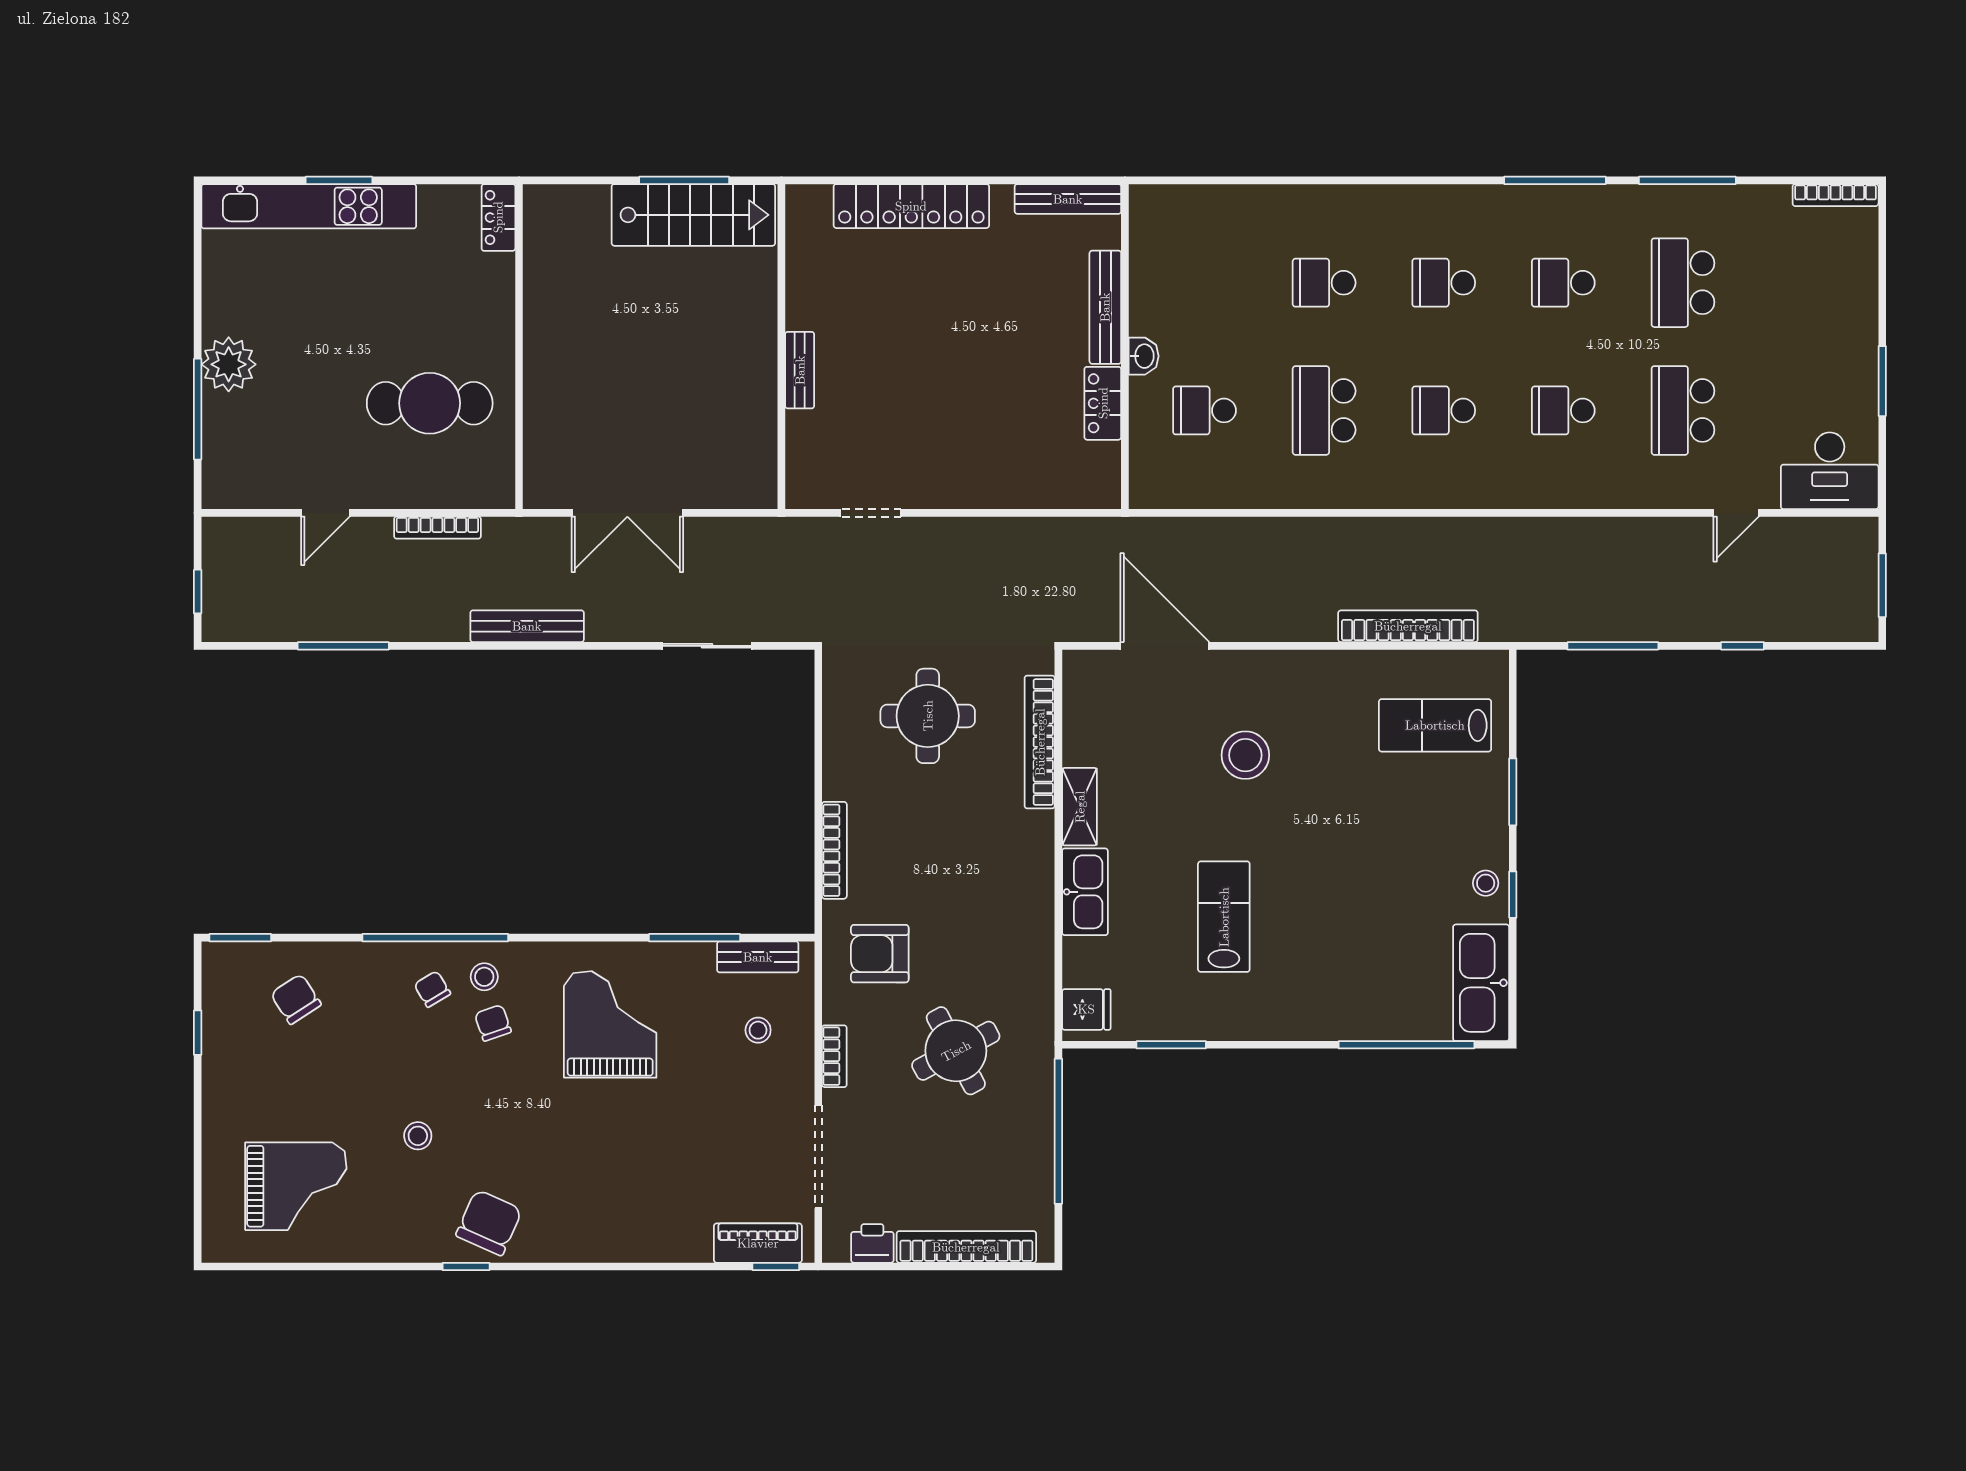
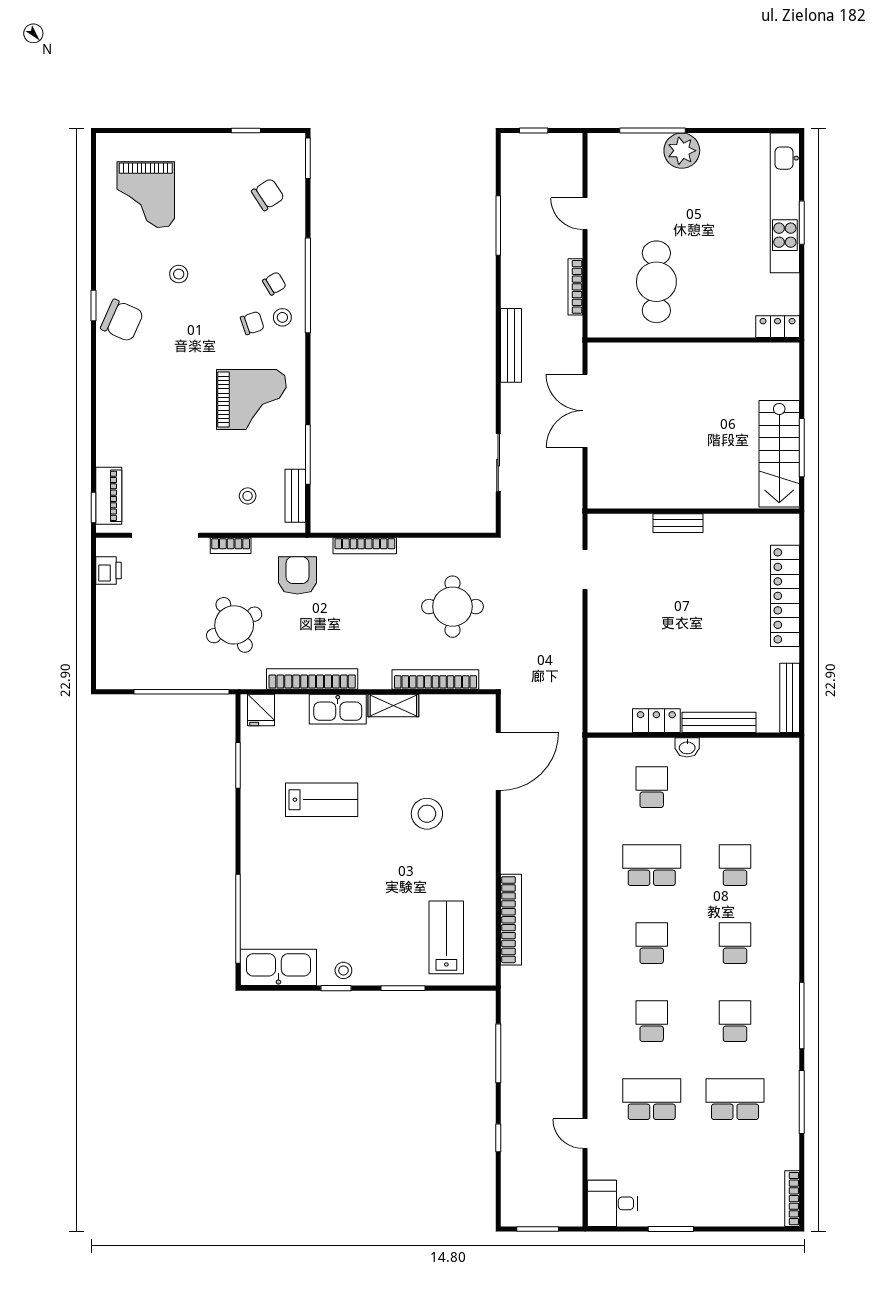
desk: (1830, 471) -> (612, 1203), width x0.73
bookcase: (966, 1247) -> (312, 679), moved, turned -90

